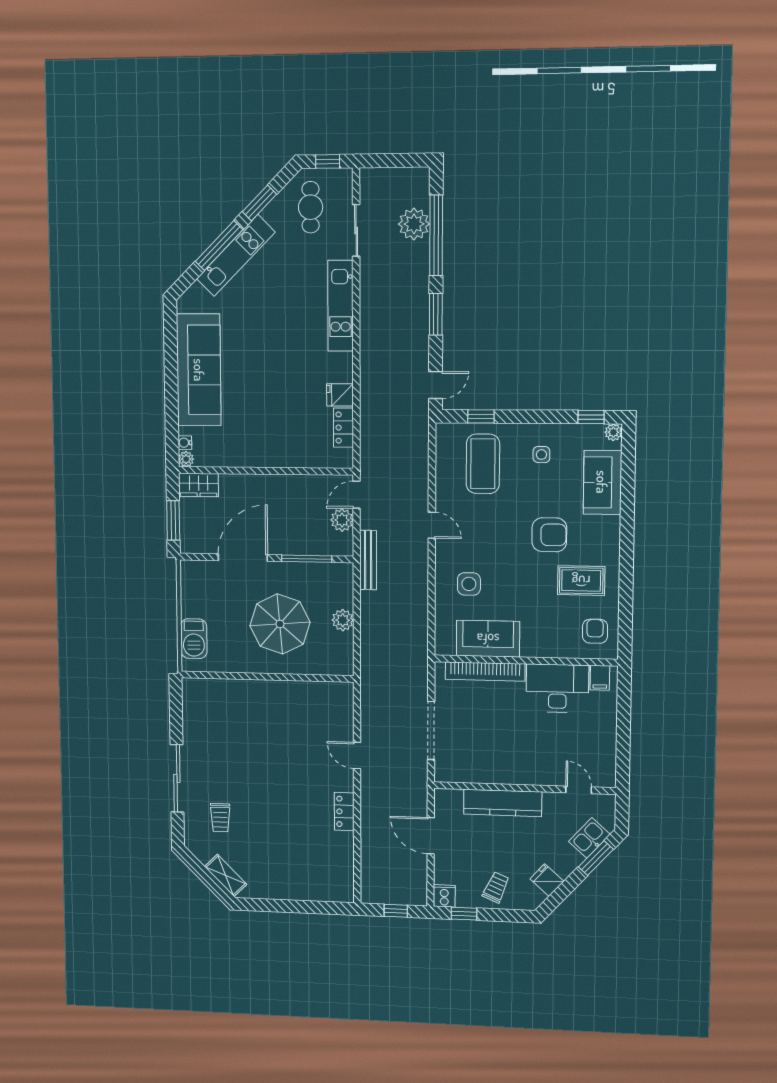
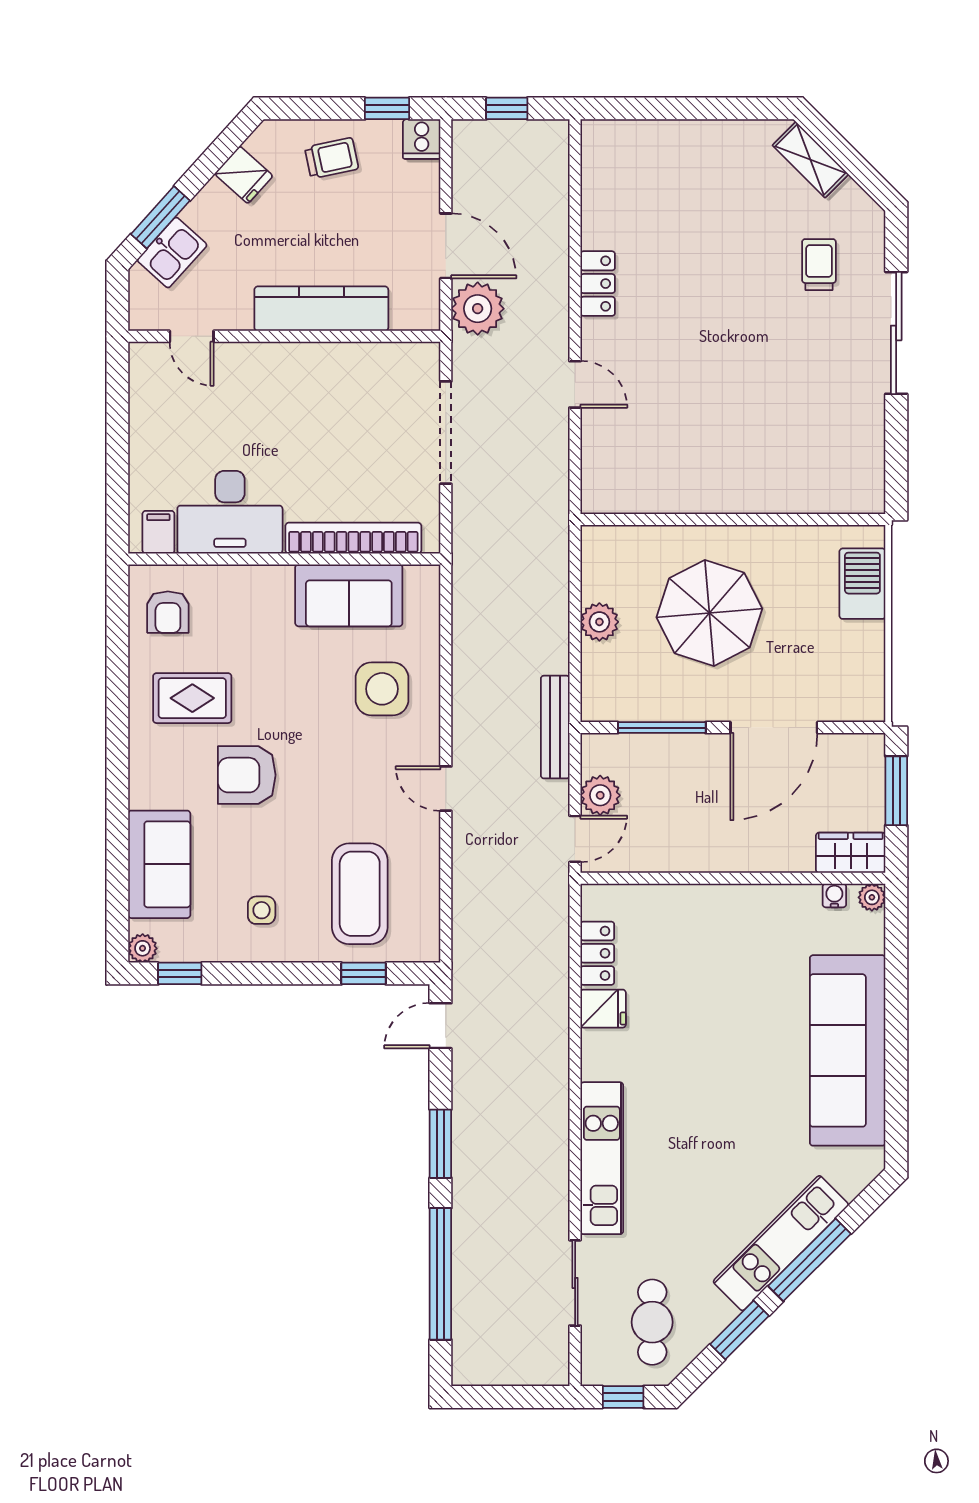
plant: (414, 224) -> (478, 309), moved
water cooler: (185, 443) -> (834, 896), moved, turned -90
side table: (469, 584) -> (382, 689), width x1.37, depth x1.37
trolley: (496, 887) -> (332, 158), turned -125

